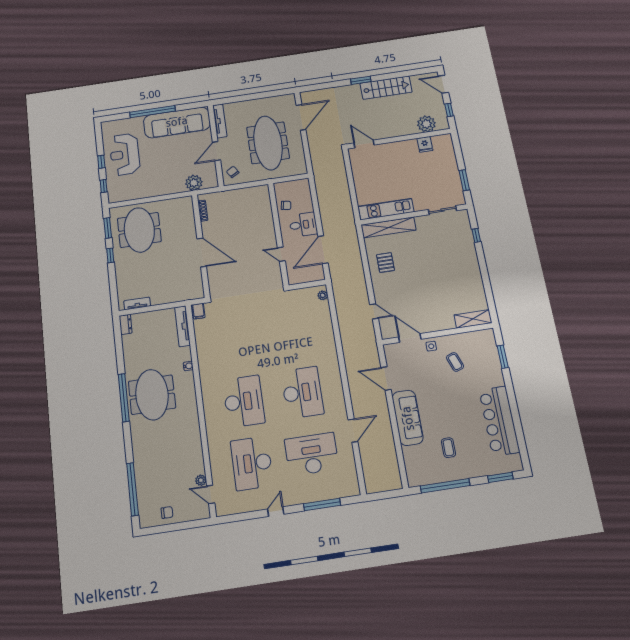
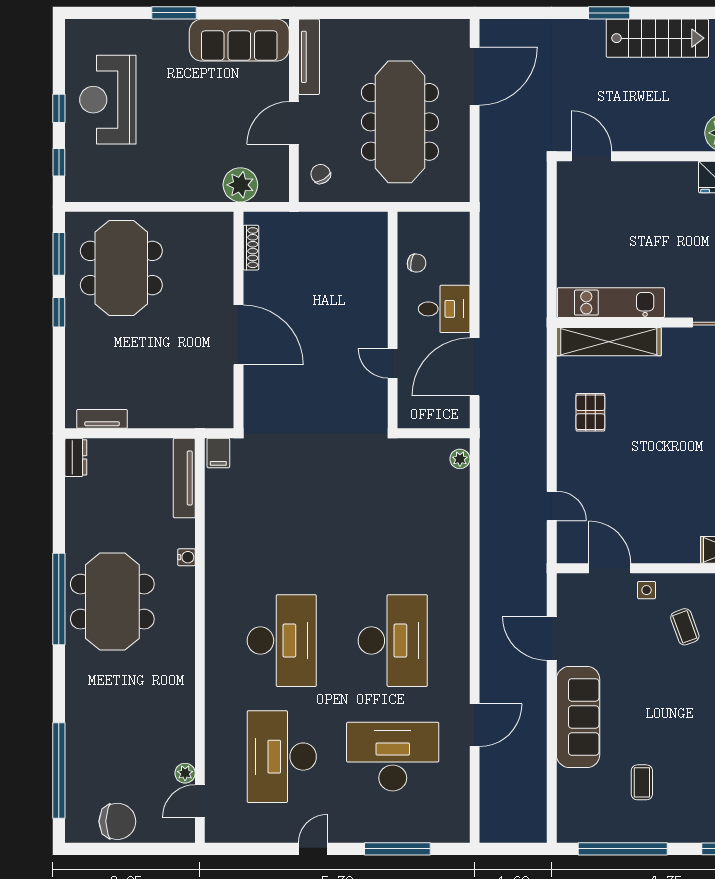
window: (152, 112) -> (174, 13), width x0.47
sofa: (177, 122) -> (239, 40), width x0.74, depth x0.79
door: (211, 494) -> (200, 801), hinge flipped
chair: (167, 512) -> (117, 821), width x1.87, depth x1.87

